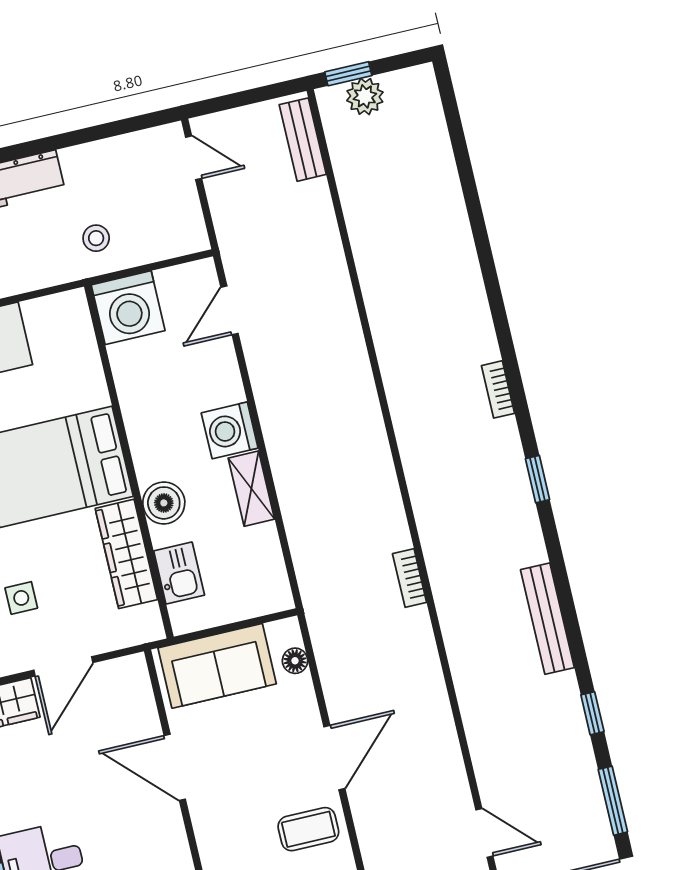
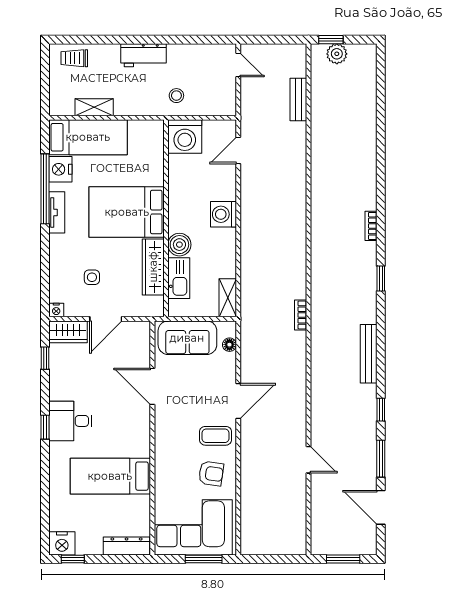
bench: (303, 140) -> (298, 99), moved
shelving: (251, 489) -> (228, 298), moved
kitchen sink: (179, 573) -> (179, 278), width x1.38

